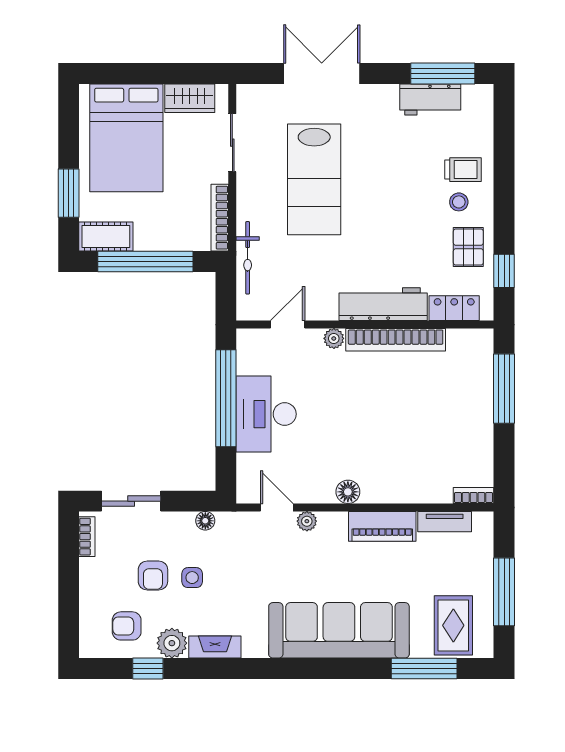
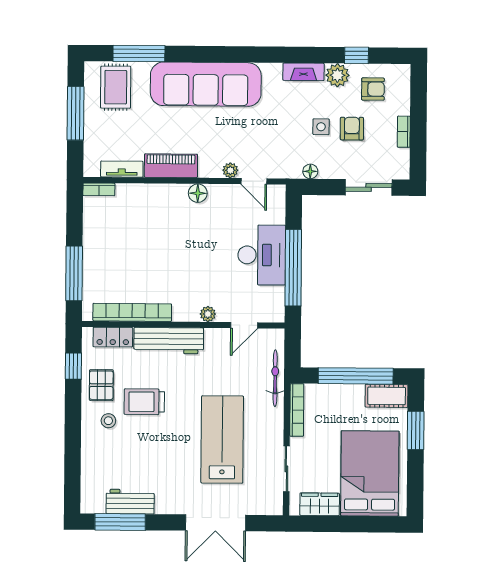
trolley: (463, 170) -> (144, 402), moved, width x1.36, depth x1.39
bookcase: (396, 340) -> (132, 312), moved
bookcase: (87, 537) -> (404, 132), moved

